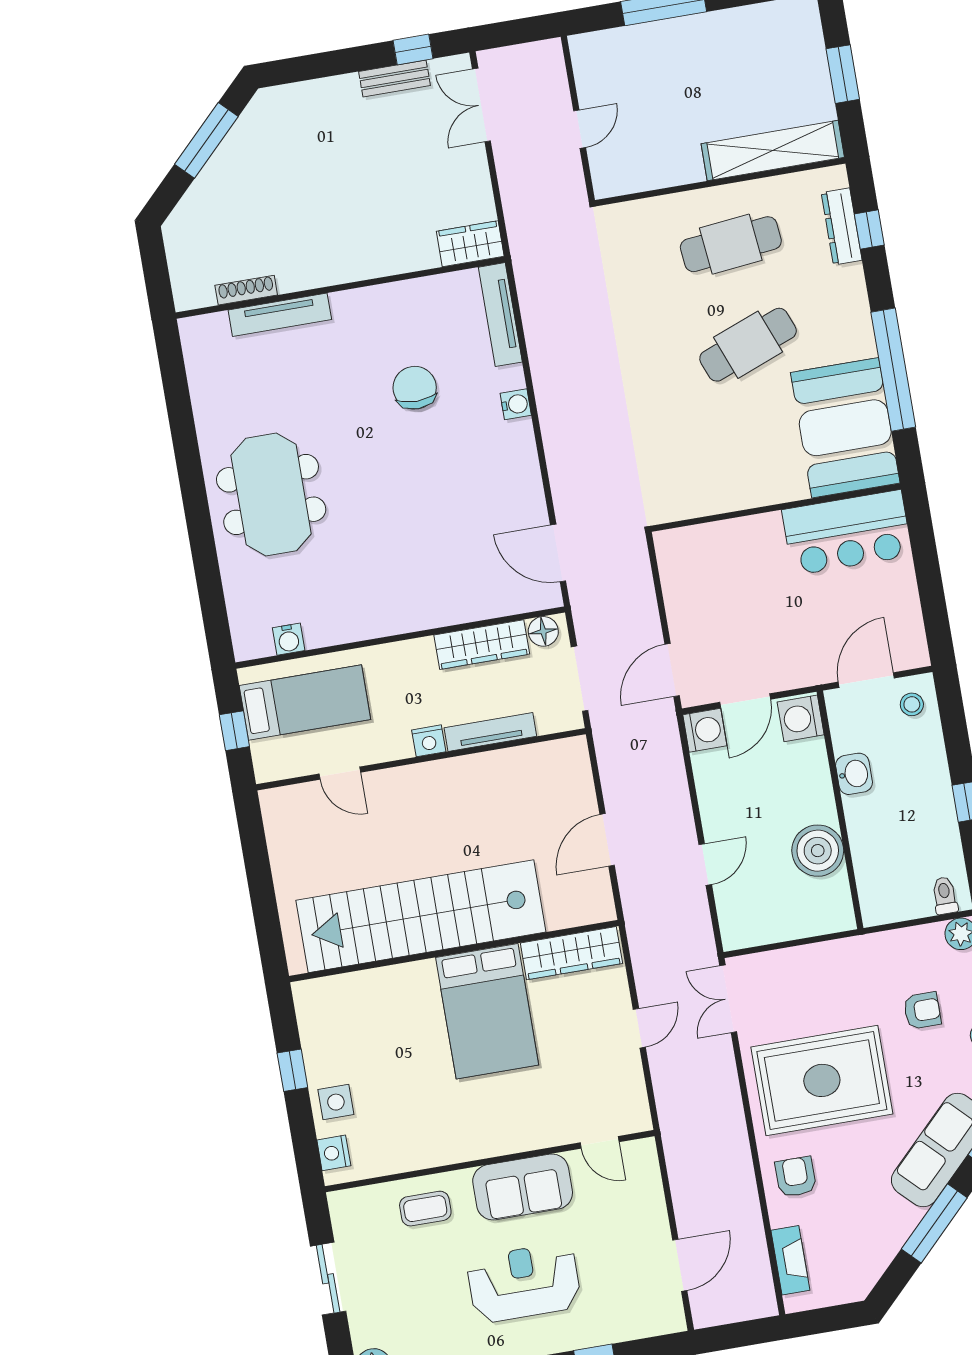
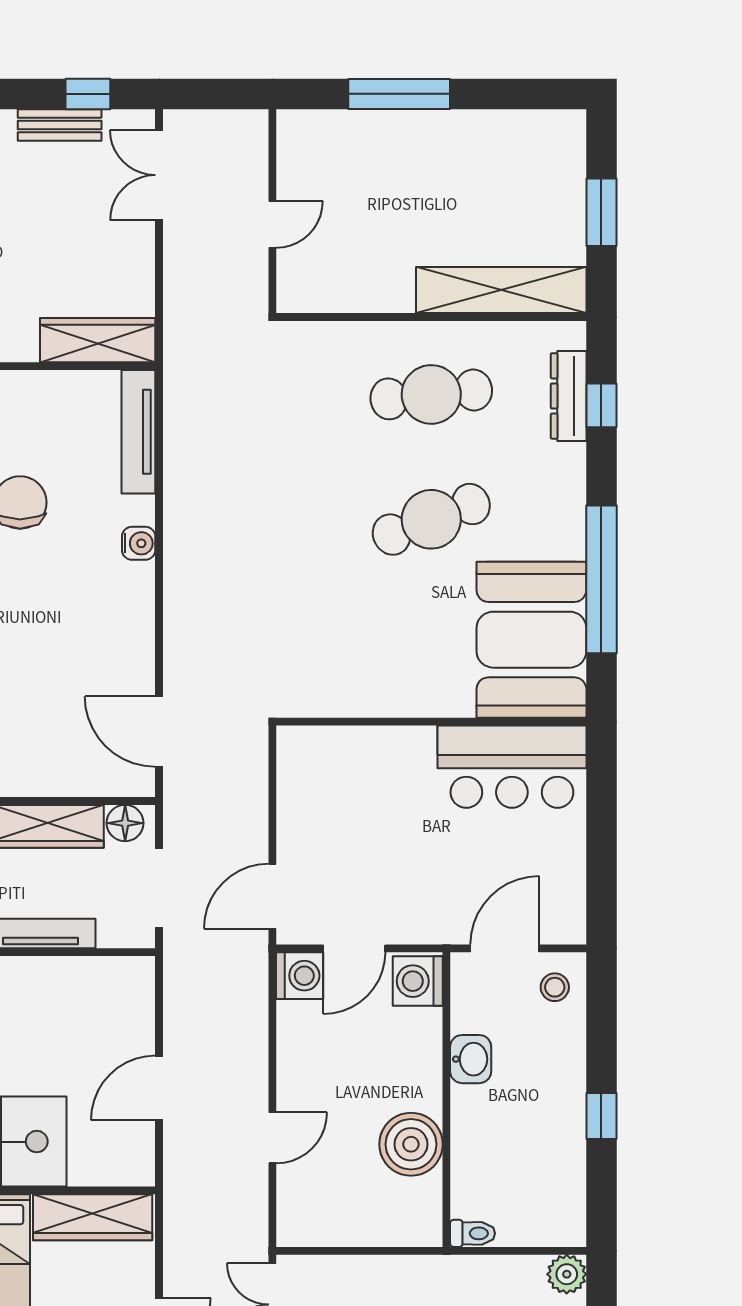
wardrobe: (470, 244) -> (98, 340), width x1.50
toilet: (945, 896) -> (473, 1233), moved, turned 90

